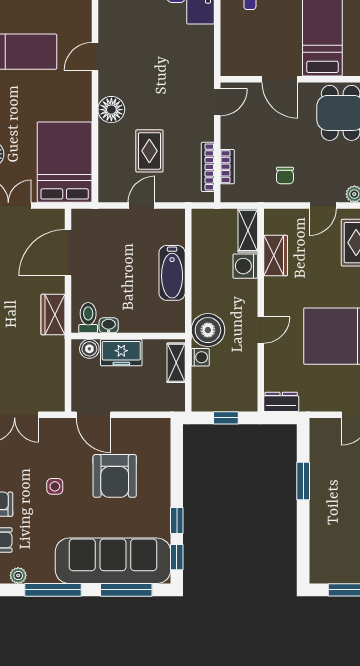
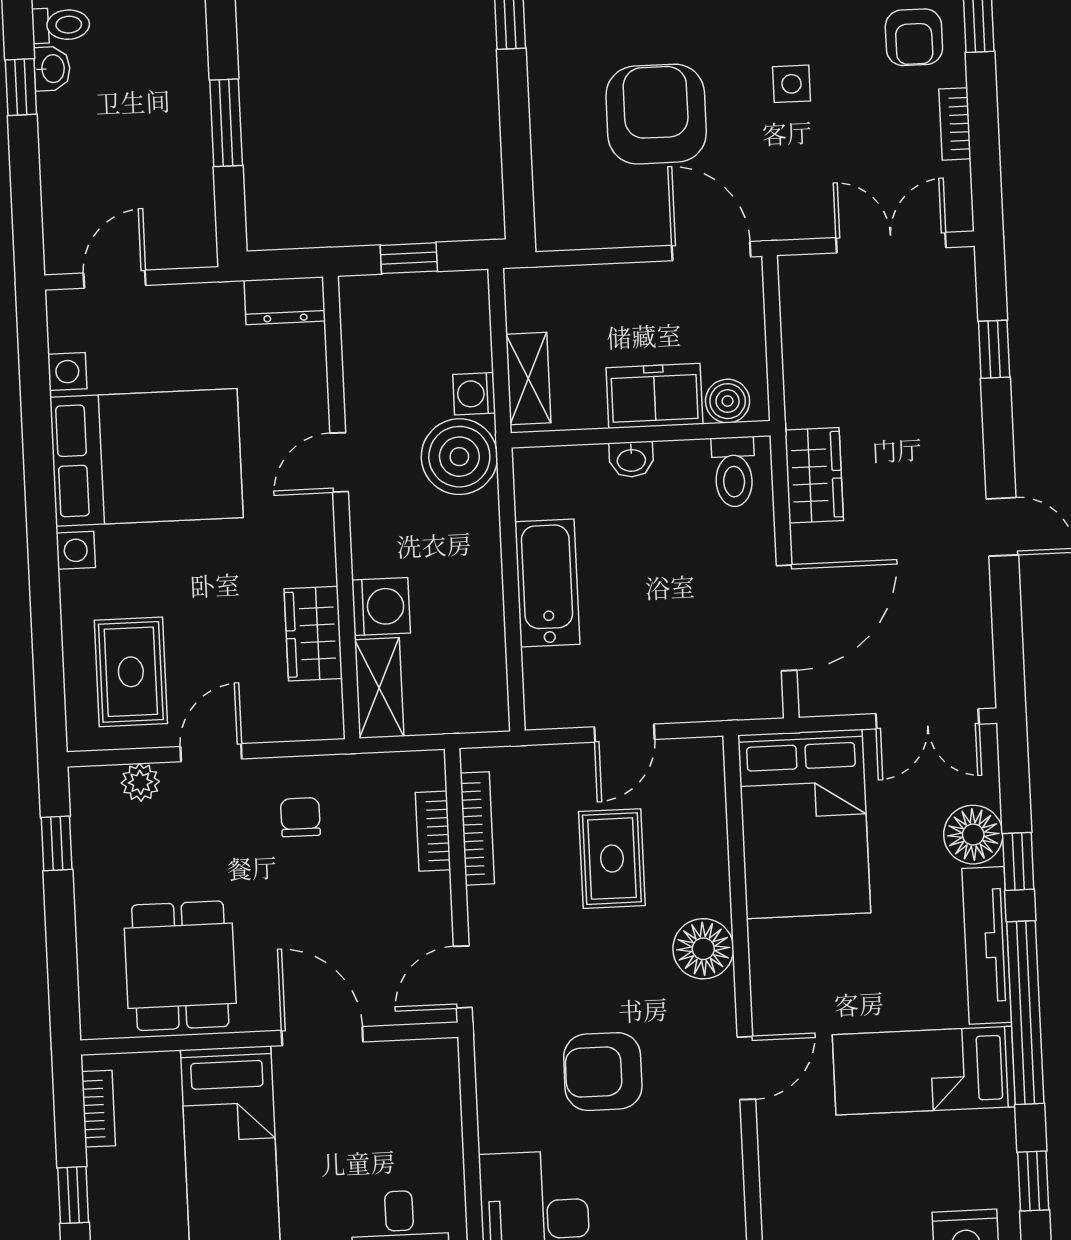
armchair: (158, 58) -> (603, 1072), added
washbasin: (109, 325) -> (631, 459), moved

